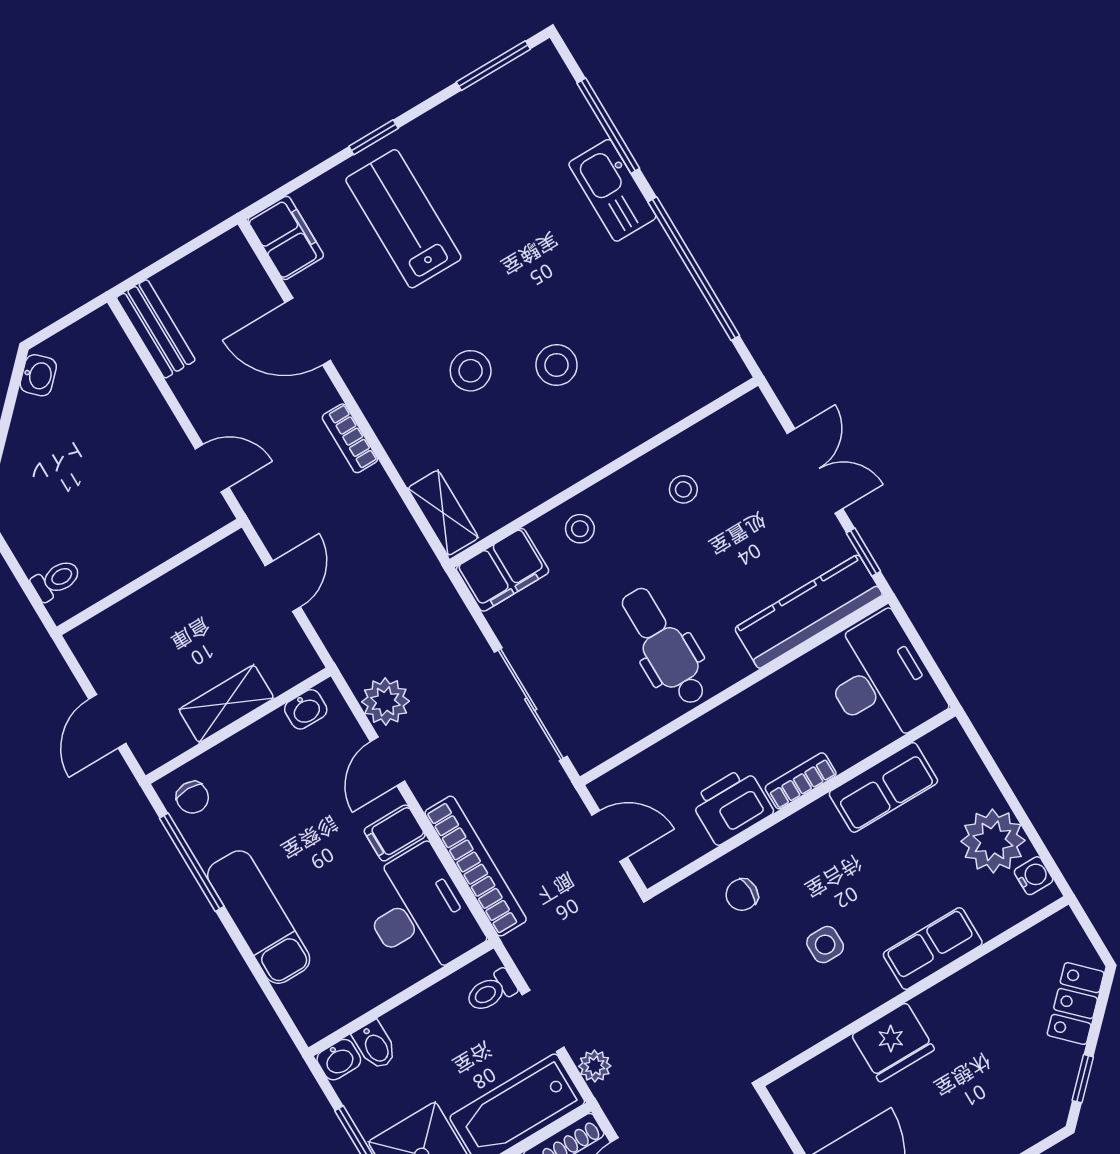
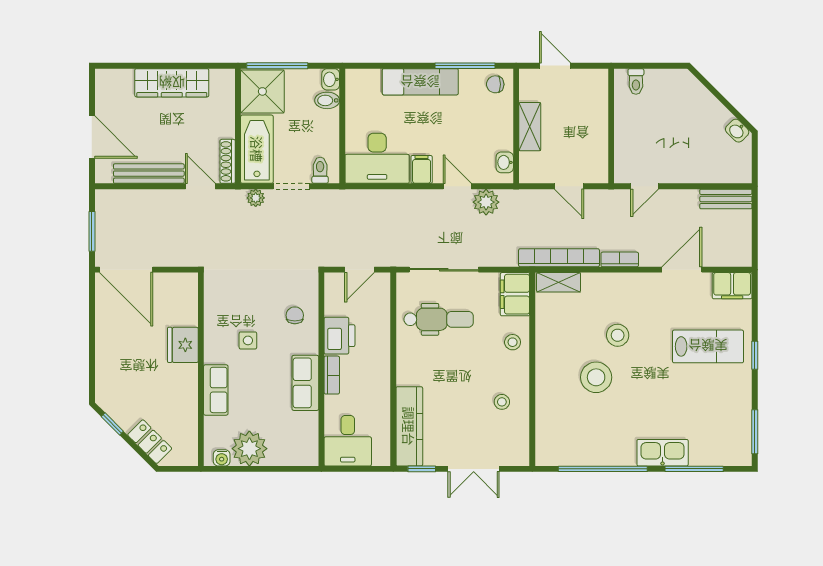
stool: (557, 365) -> (596, 377), width x1.38, depth x1.38
dental chair: (664, 647) -> (439, 319), moved
desk: (880, 681) -> (348, 441), width x0.73
row of seats: (883, 787) -> (305, 383), moved
bookcase: (476, 866) -> (559, 258), moved, turned 180

